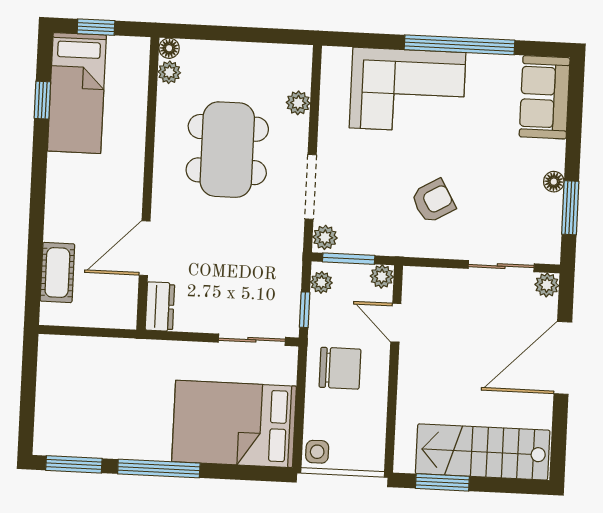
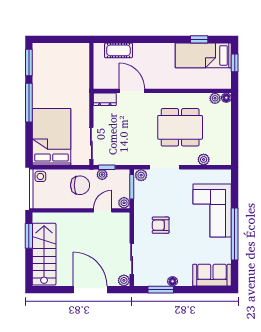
armchair: (433, 201) -> (161, 225), turned 120
plant: (321, 282) -> (102, 175), moved
chair: (340, 368) -> (80, 185), turned -90

